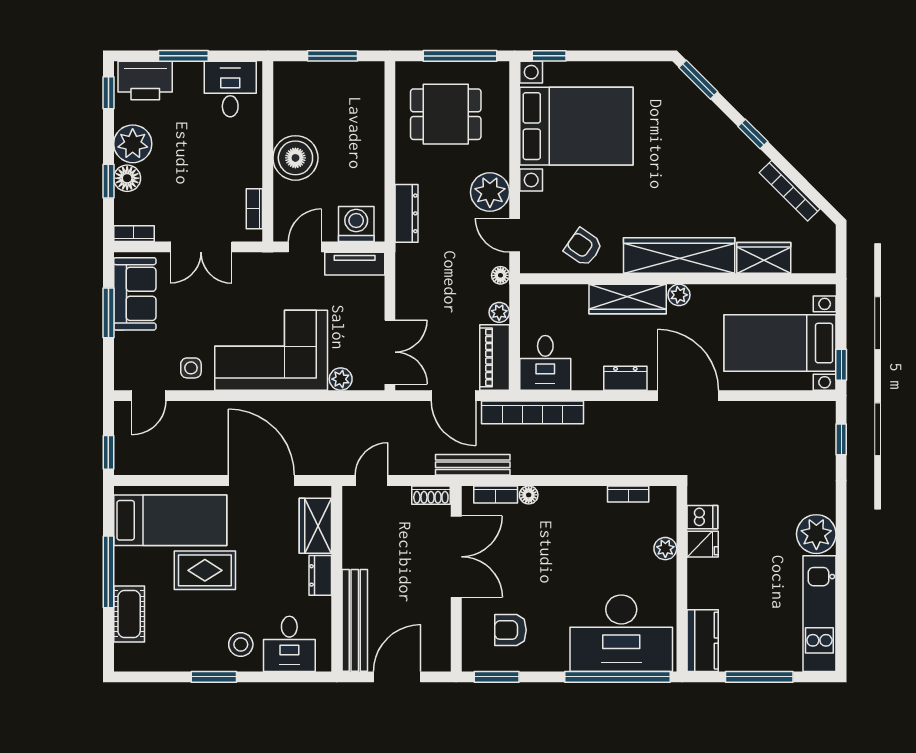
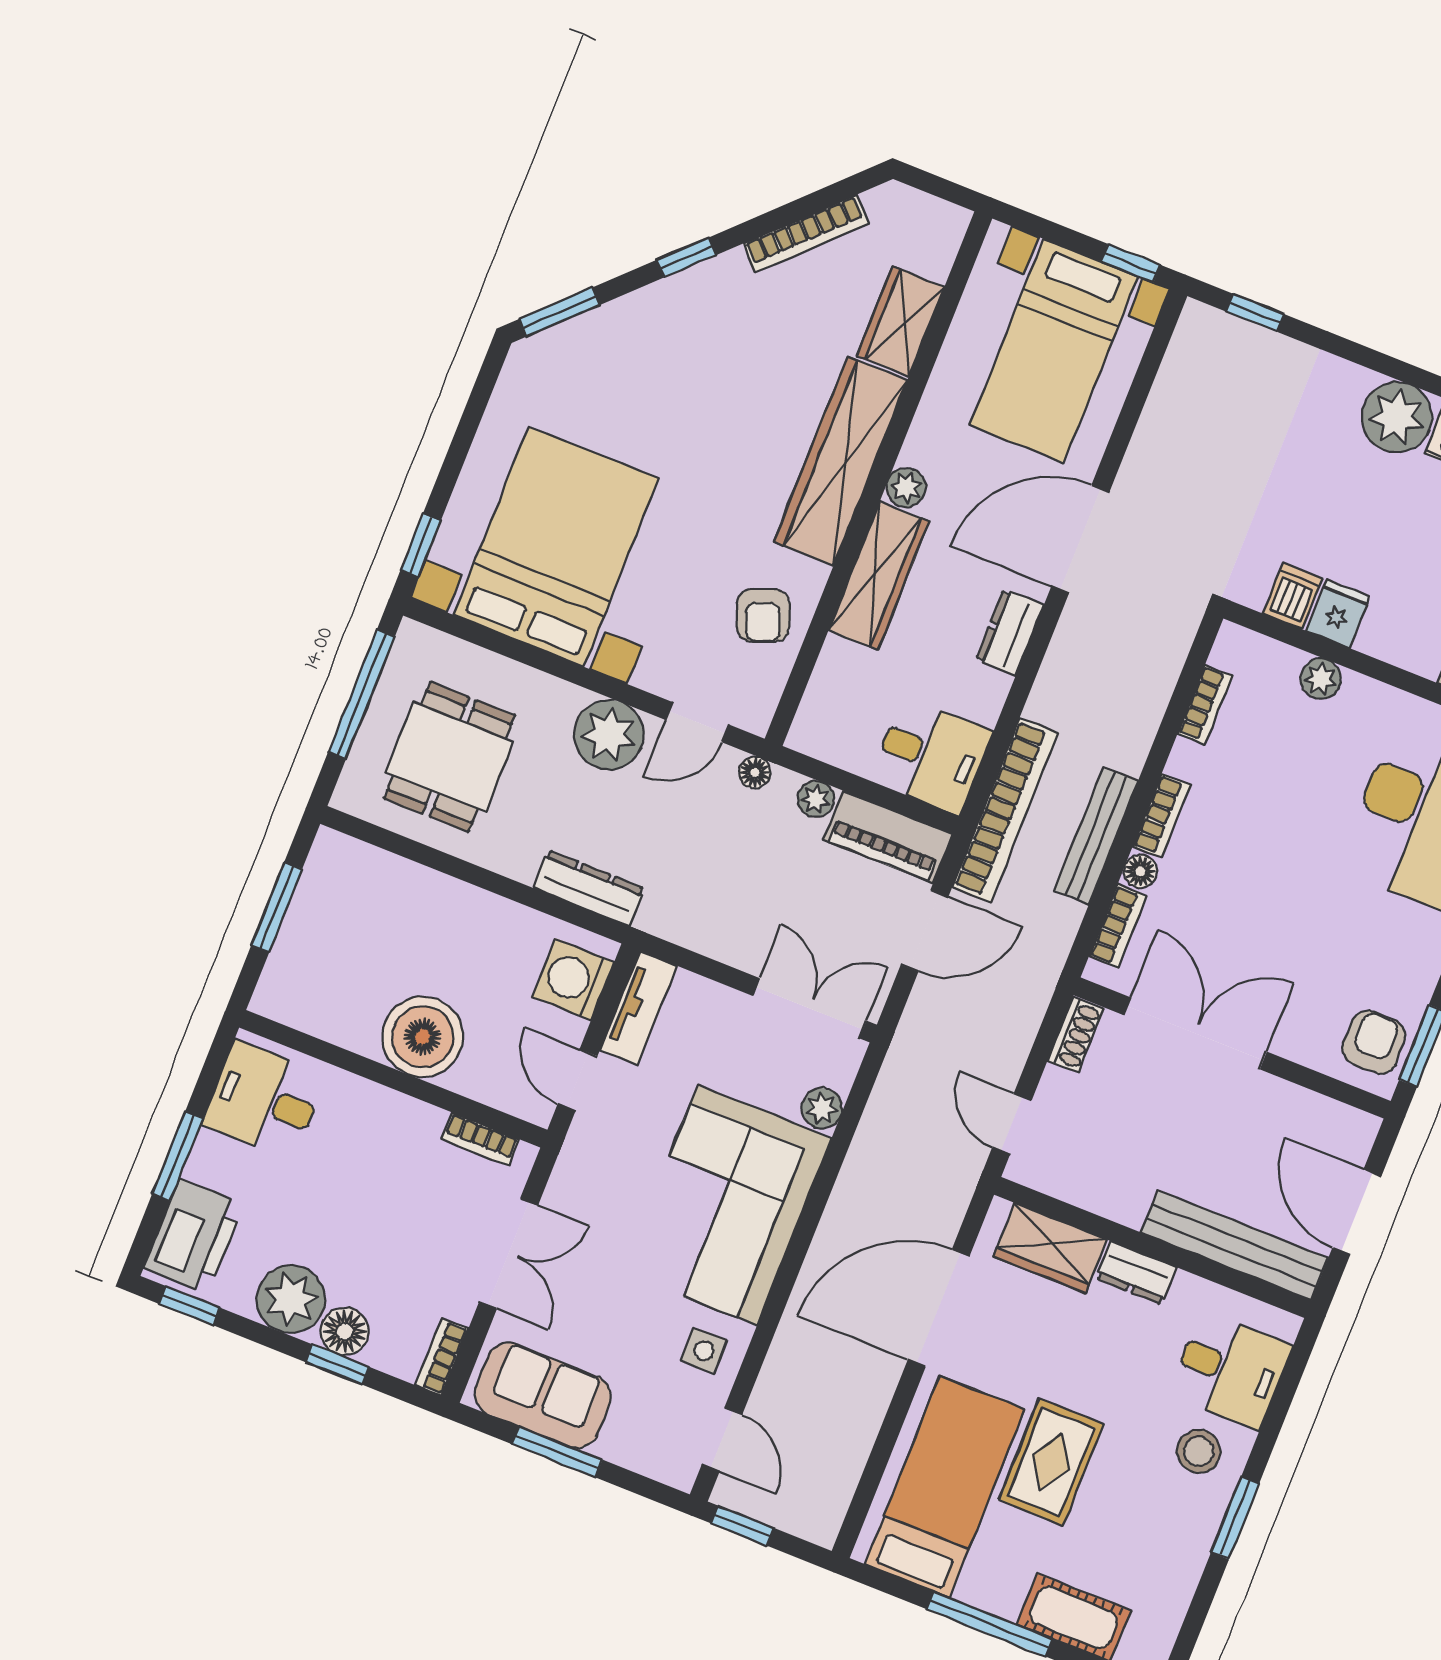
armchair: (583, 247) -> (763, 615), turned -56
window: (108, 452) -> (743, 1526), moved
bench: (473, 465) -> (1096, 836), moved
bookcase: (562, 495) -> (1162, 816), added
armchair: (510, 630) -> (1374, 1042), moved, turned 180

